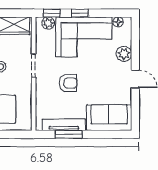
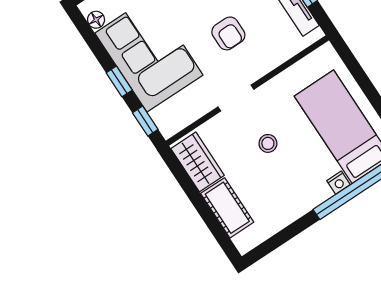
plant: (48, 23) -> (162, 117), removed
armchair: (68, 83) -> (228, 33), turned 180

